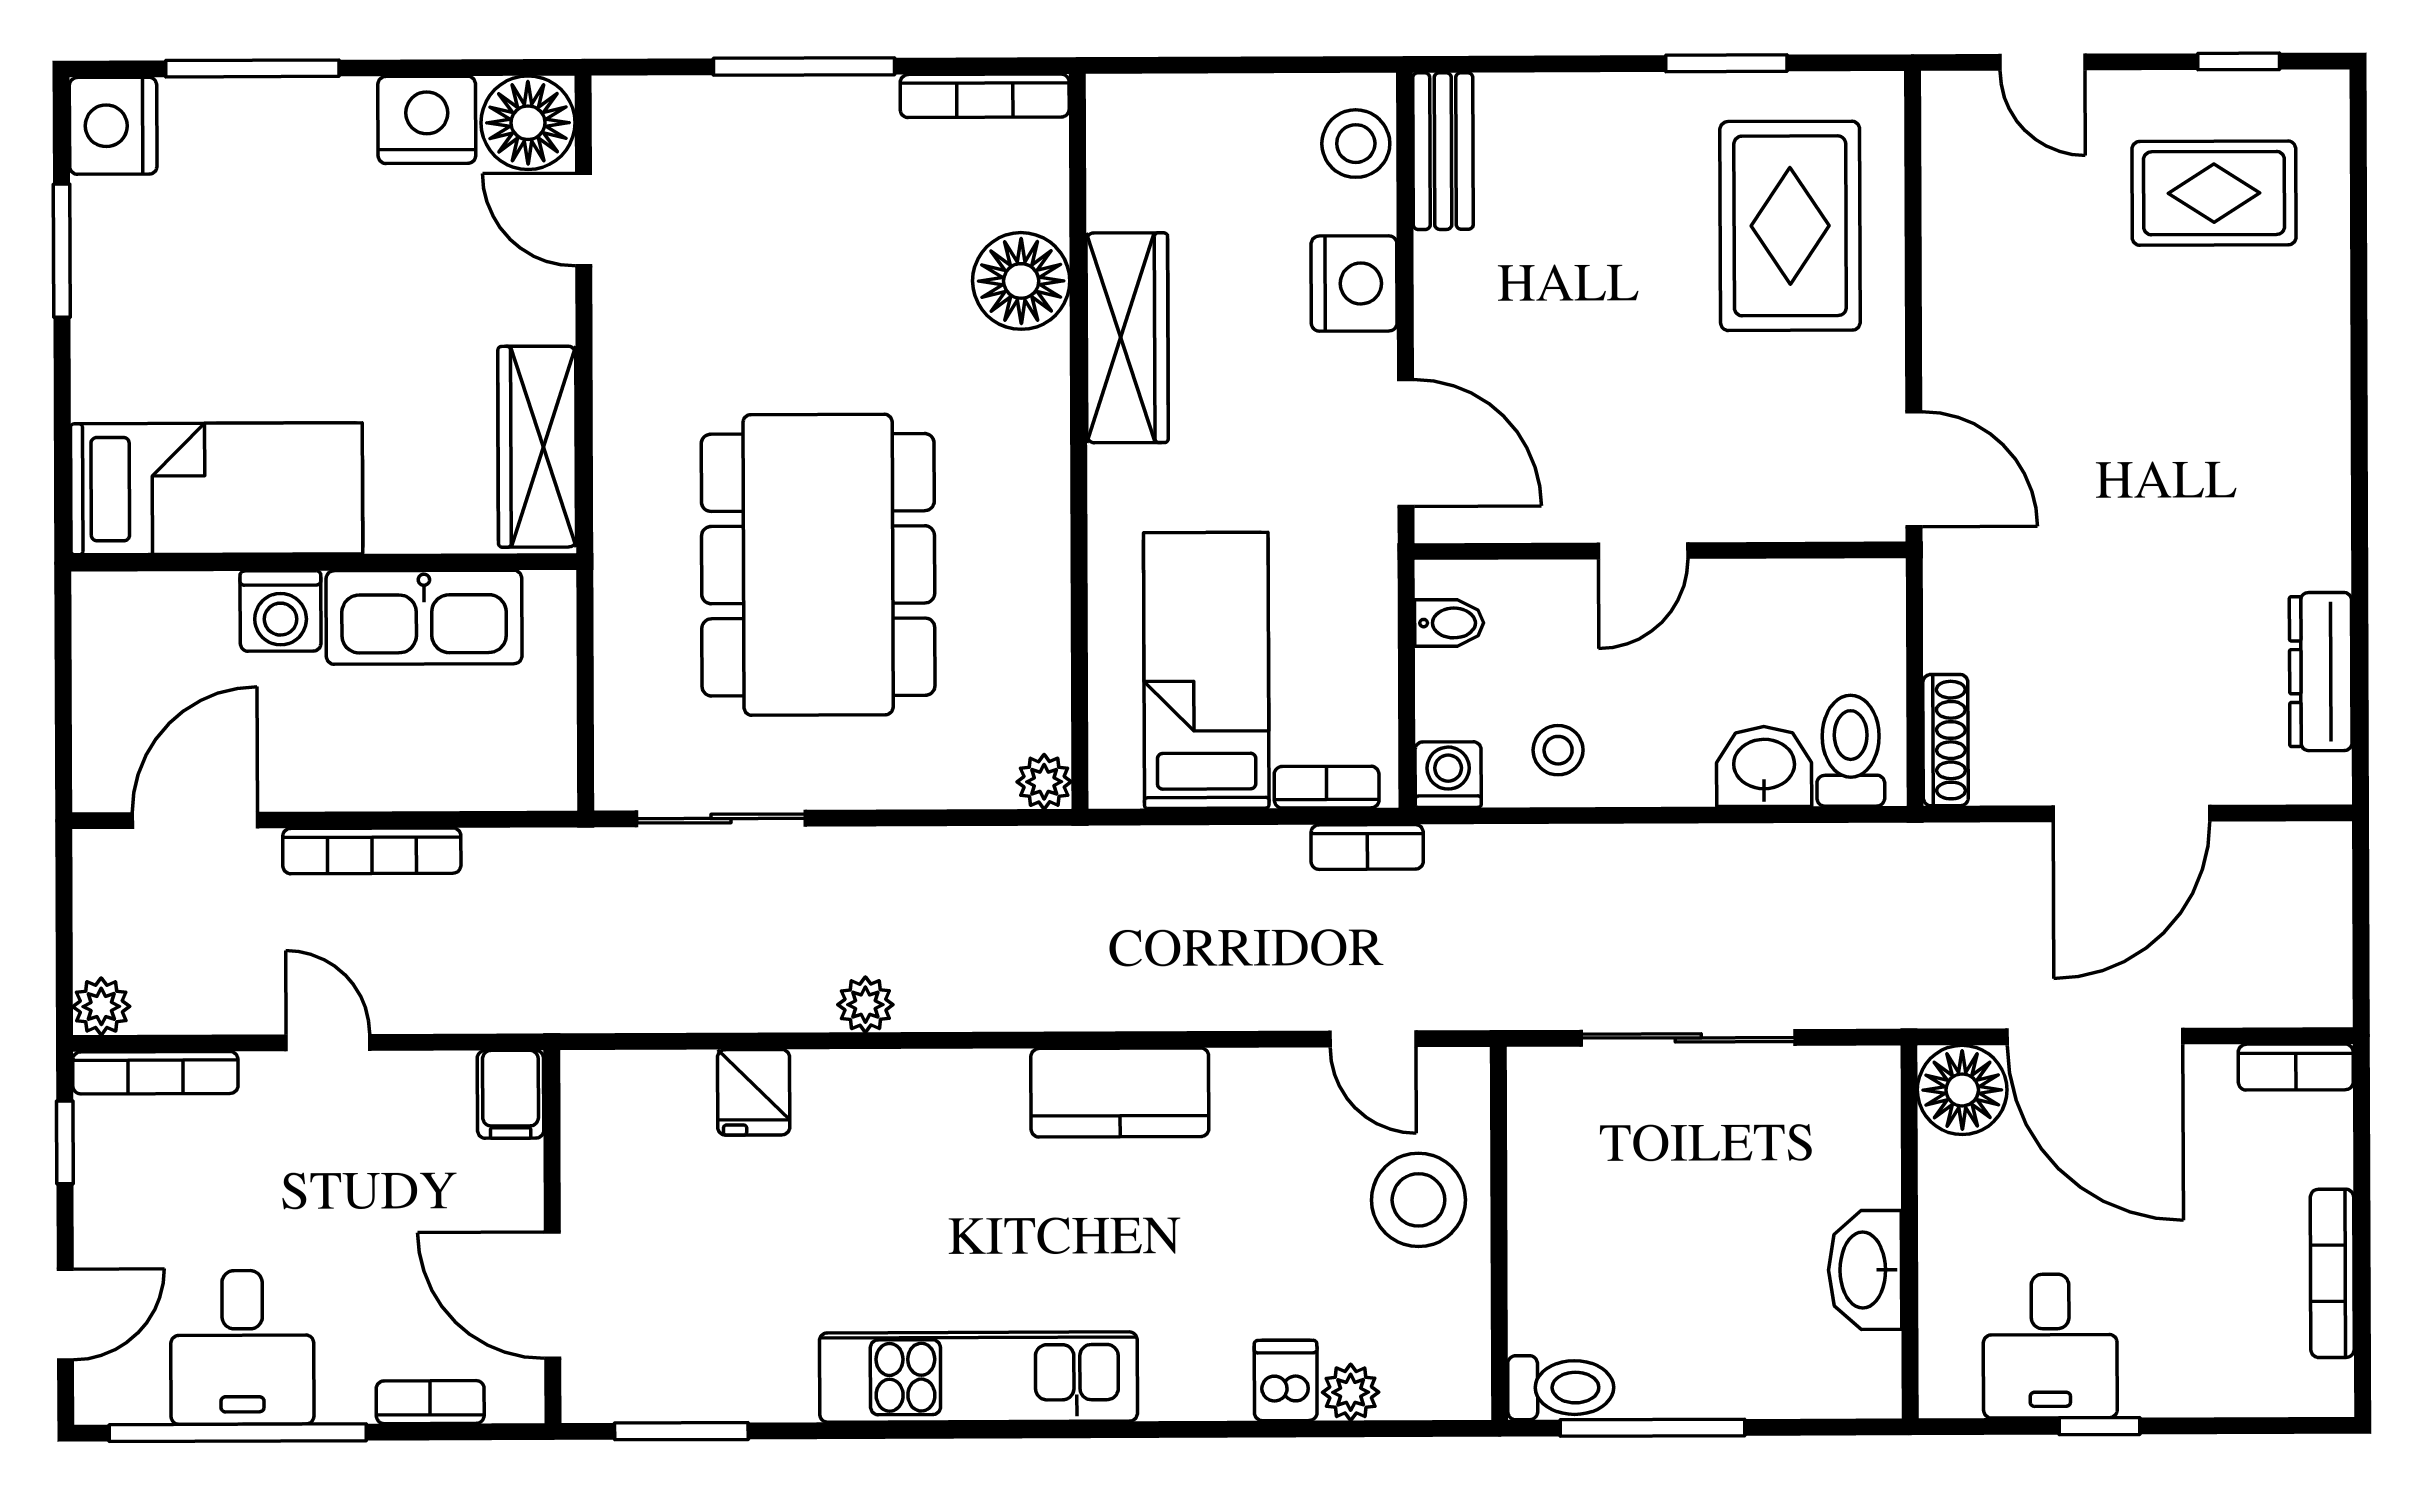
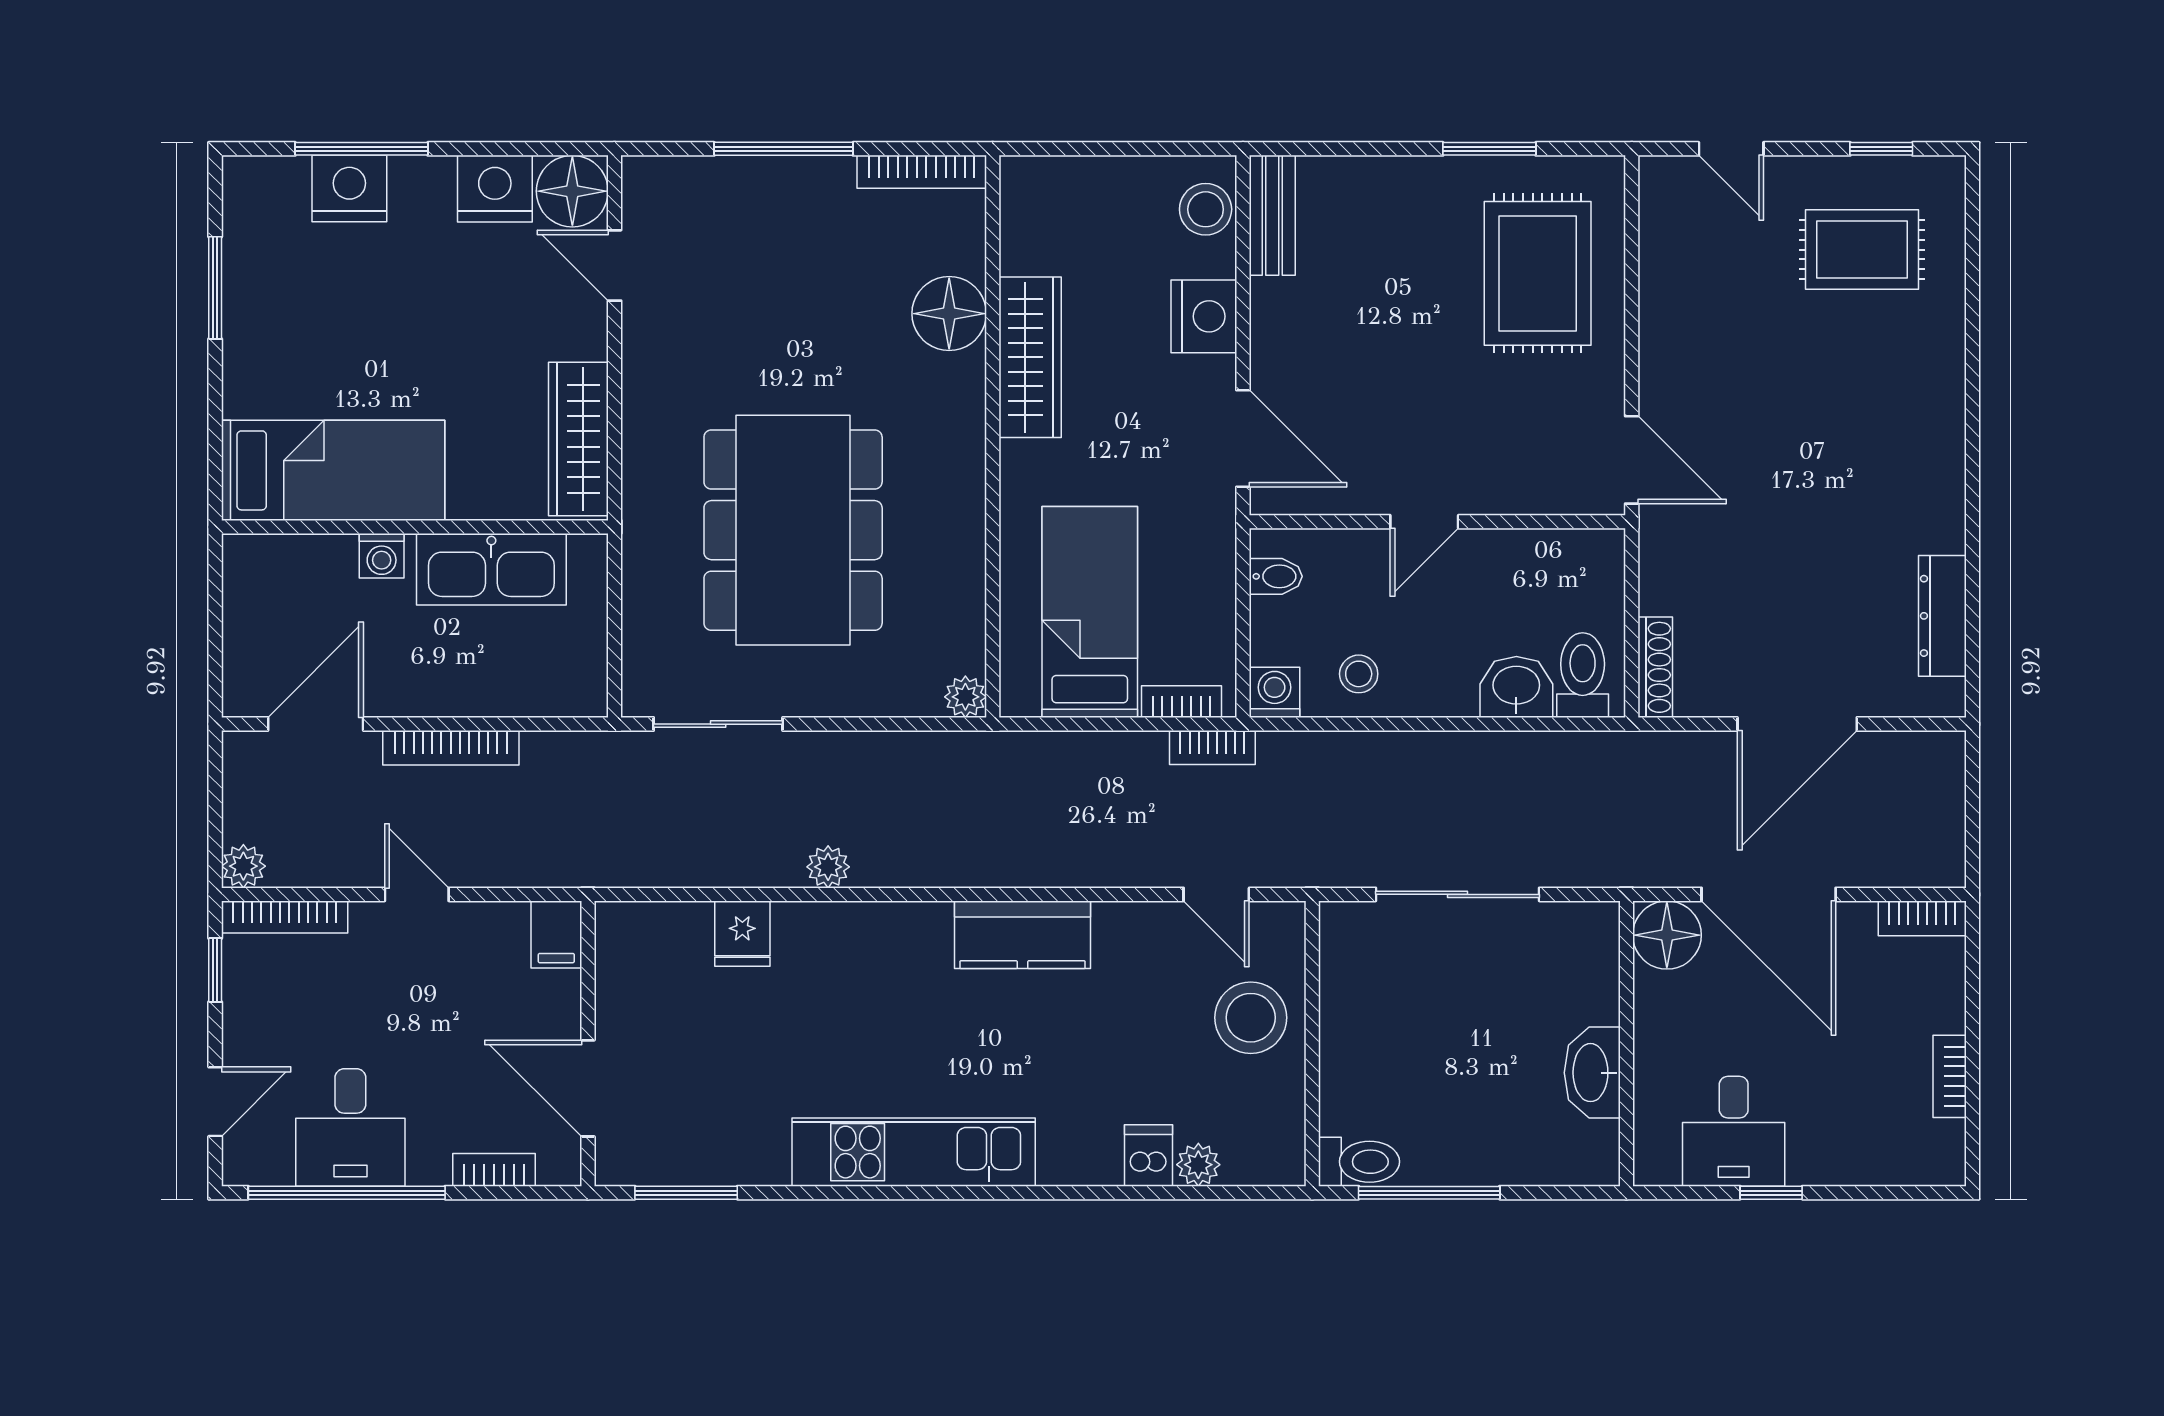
nightstand: (113, 126) -> (349, 189), moved, turned 90
washing machine: (281, 611) -> (382, 556), width x0.73, depth x0.73
bookcase: (2332, 1273) -> (1950, 1076), width x0.64

